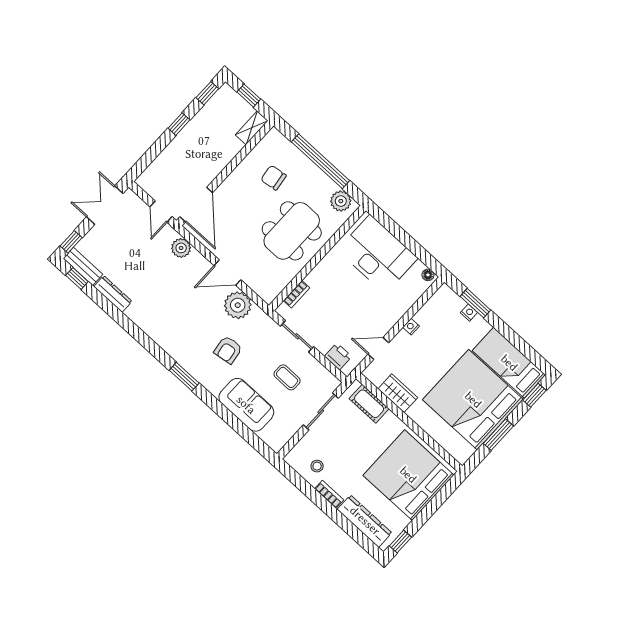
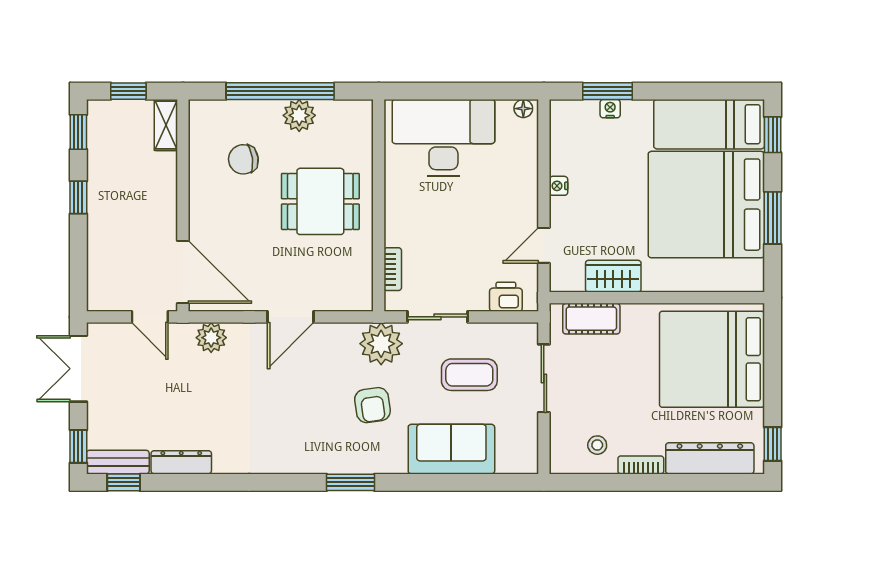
plant: (341, 201) -> (299, 115), moved
dining table: (292, 231) -> (320, 201), width x0.73
plant: (238, 305) -> (381, 344), moved
coffee table: (287, 377) -> (469, 375), width x1.36, depth x1.30

